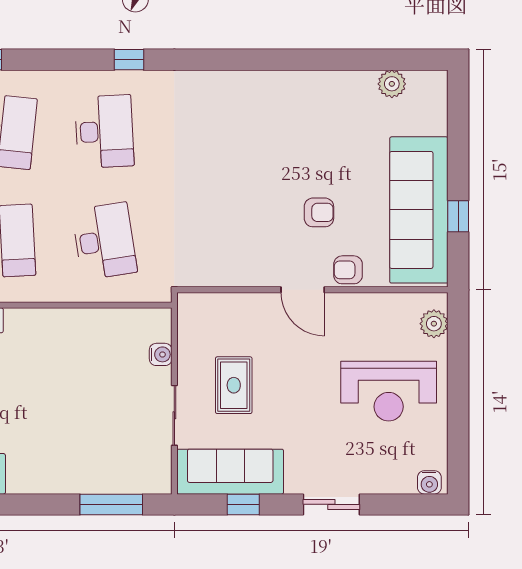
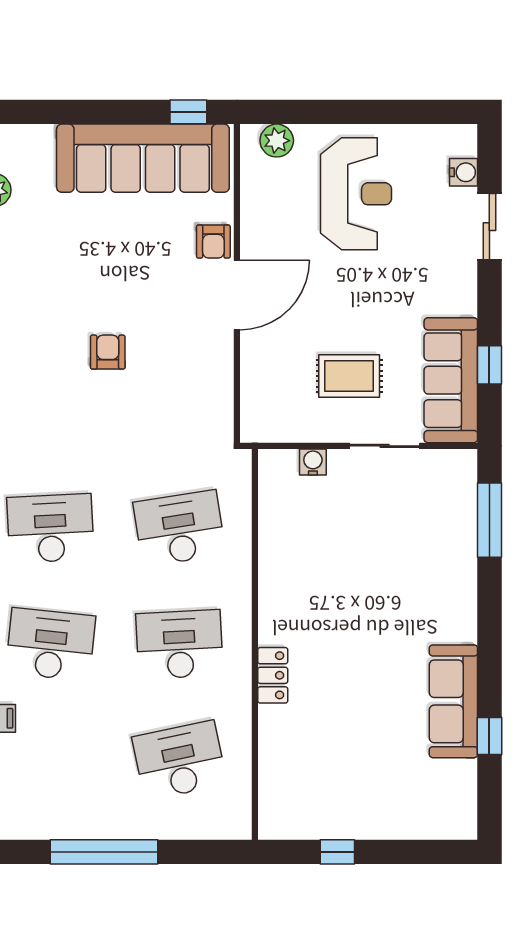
armchair: (319, 212) -> (108, 352), moved
window: (458, 216) -> (188, 112), moved
door: (303, 290) -> (237, 295), width x1.36
water cooler: (429, 482) -> (464, 172), moved
sliding door: (331, 504) -> (489, 227), moved

